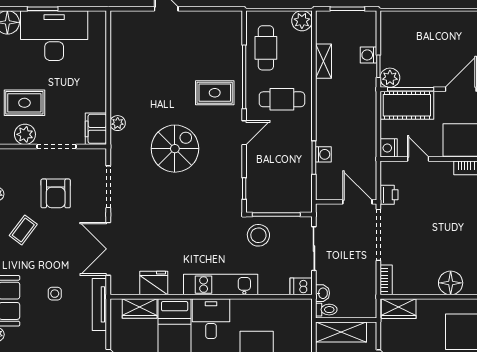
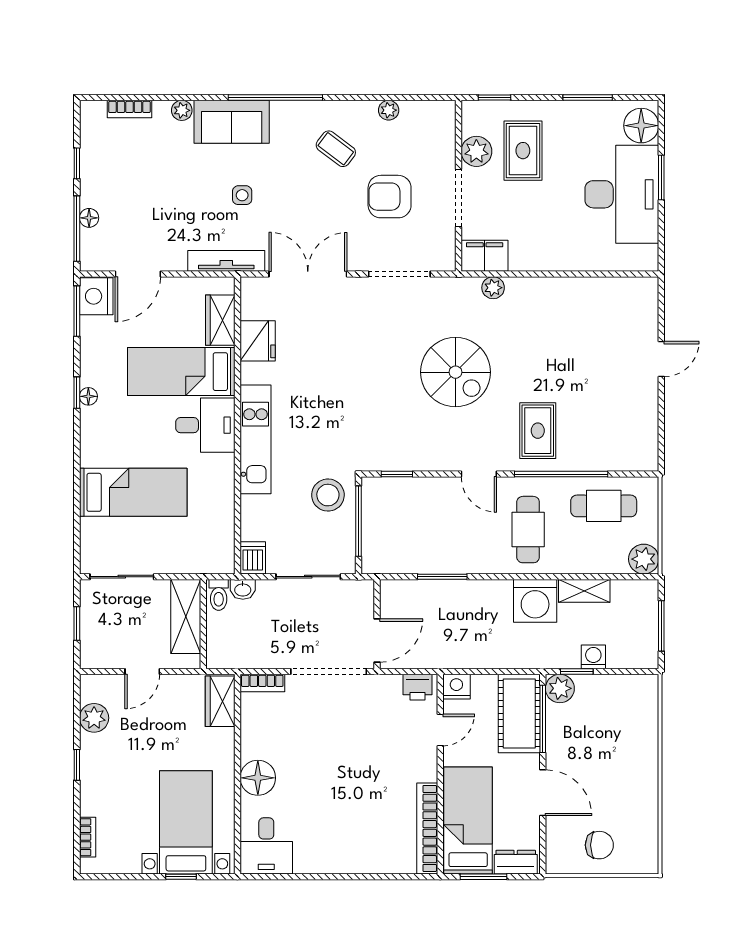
washing machine: (323, 154) -> (535, 601), moved, width x1.89, depth x1.89
printer: (389, 195) -> (418, 687), moved

